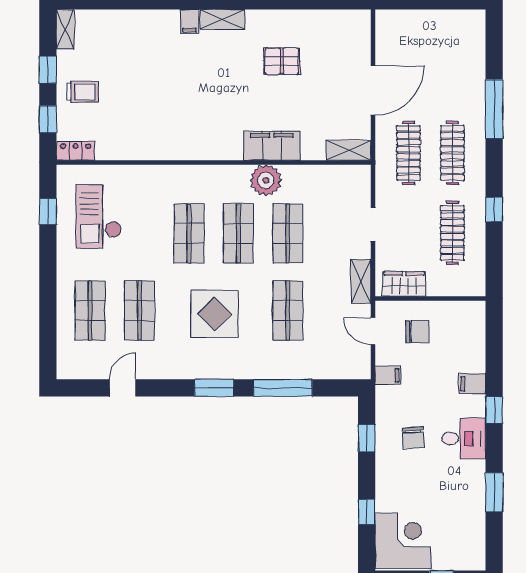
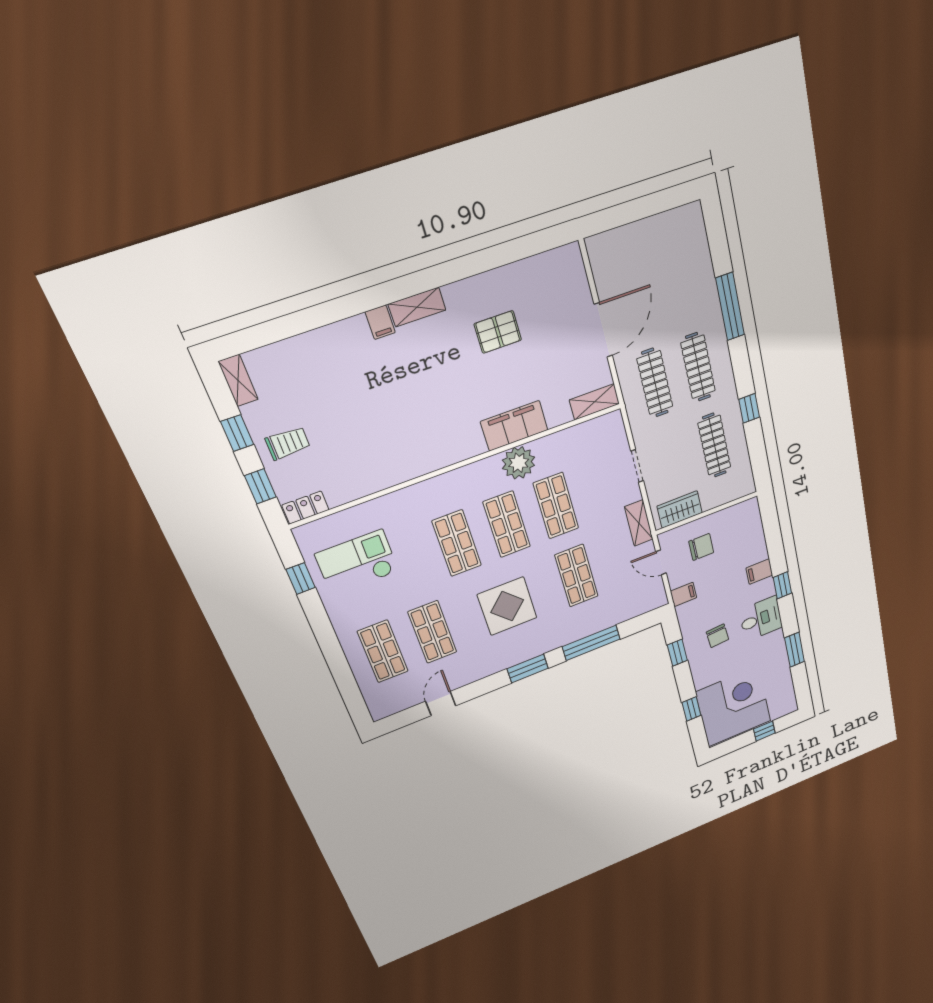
checkout: (99, 216) -> (357, 563), turned 90
corner desk: (403, 541) -> (733, 706), width x1.36, depth x1.36

